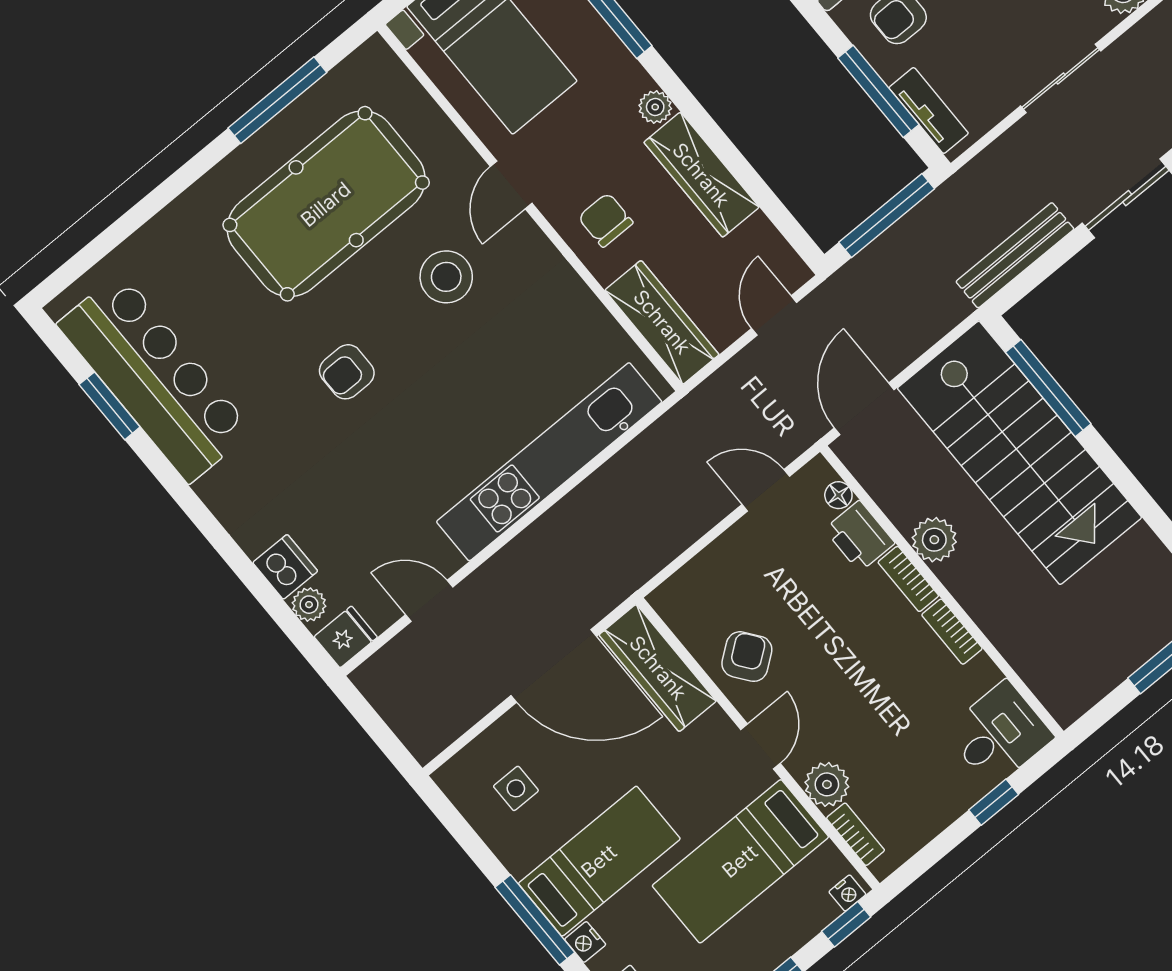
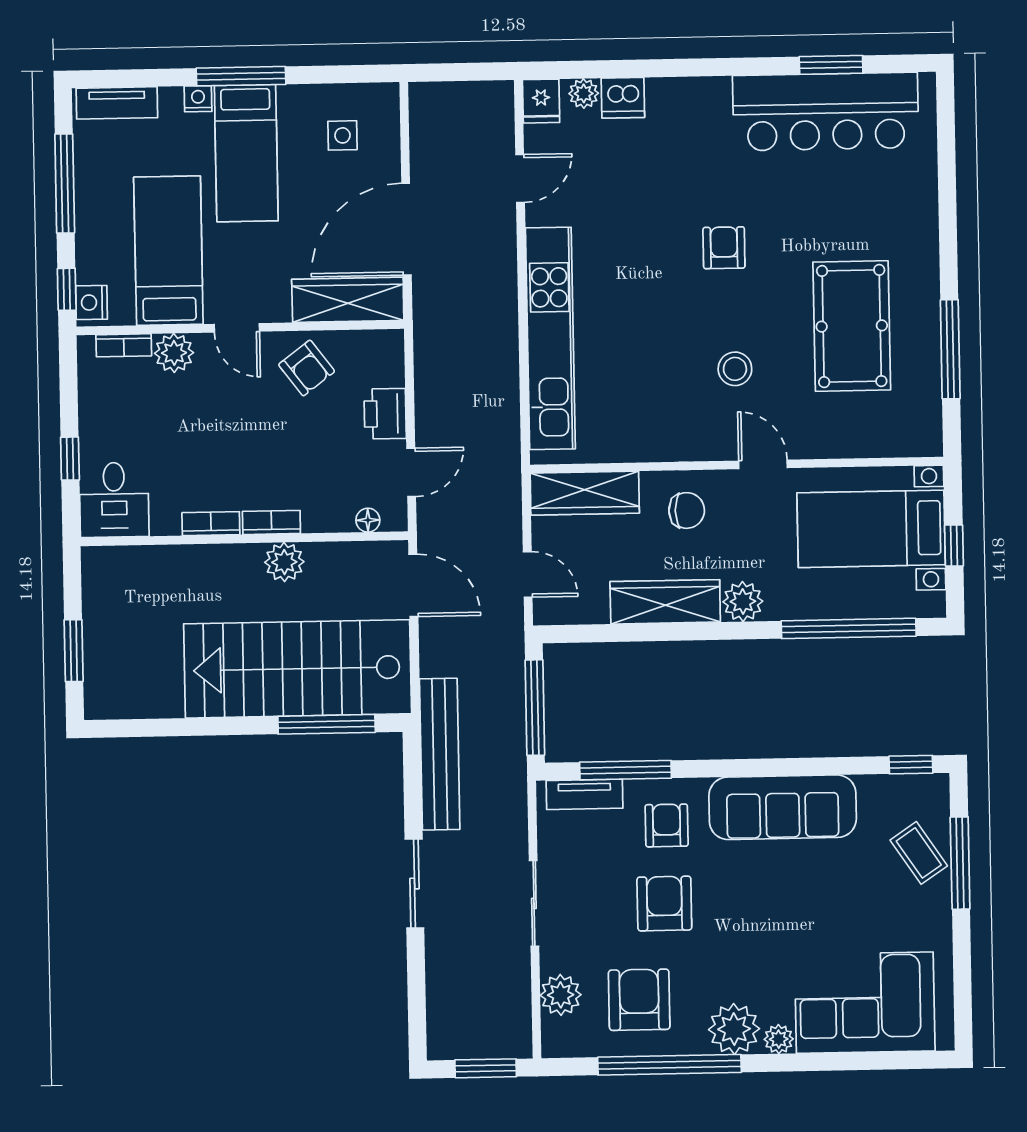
plant: (655, 107) -> (743, 601), width x1.38, depth x1.38
pool table: (326, 204) -> (852, 326), width x0.73, depth x0.76
bench: (1015, 255) -> (440, 754), width x1.37, depth x1.21
stool: (446, 277) -> (735, 369), width x0.73, depth x0.73
printer: (860, 536) -> (385, 414), moved, turned -90
nightstand: (847, 893) -> (92, 303), width x1.39, depth x1.35

